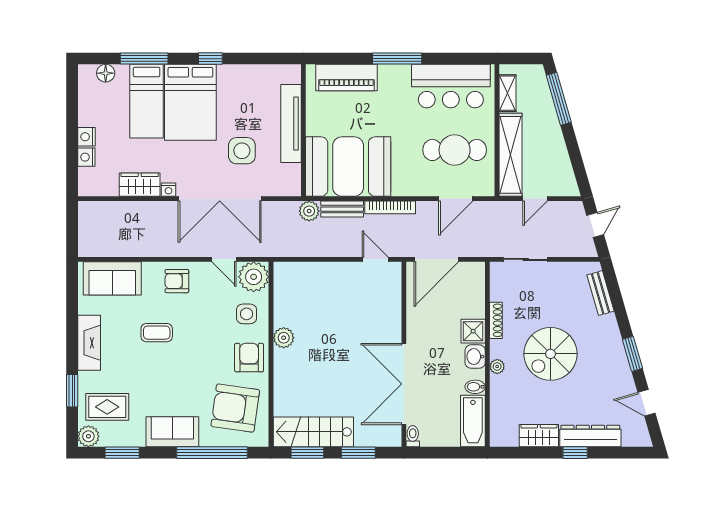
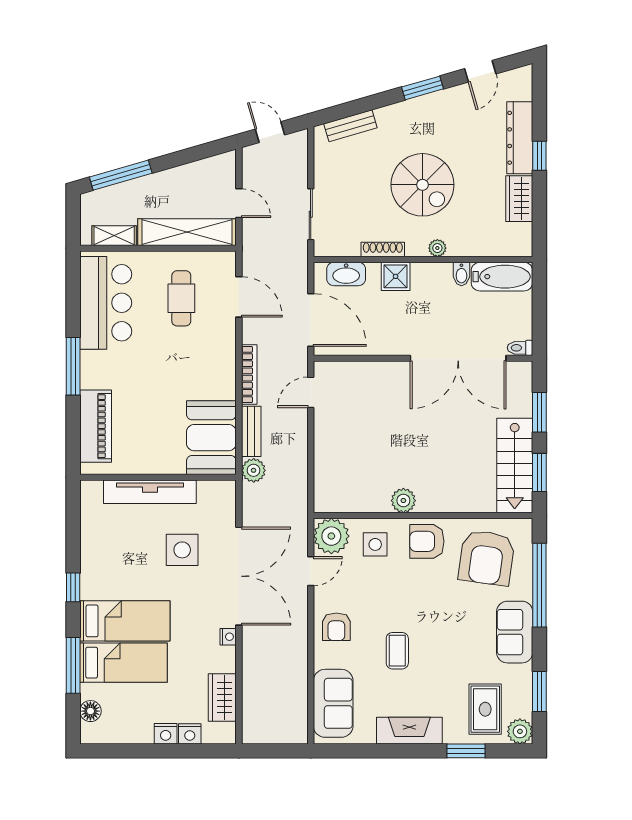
bed: (190, 102) -> (125, 621), width x0.67
cafe table: (455, 150) -> (181, 298), width x0.73, depth x0.74
booth: (348, 167) -> (211, 438), width x0.73, depth x0.70
wardrobe: (140, 185) -> (222, 698), moved
washbasin: (475, 357) -> (346, 274), moved, width x1.38

